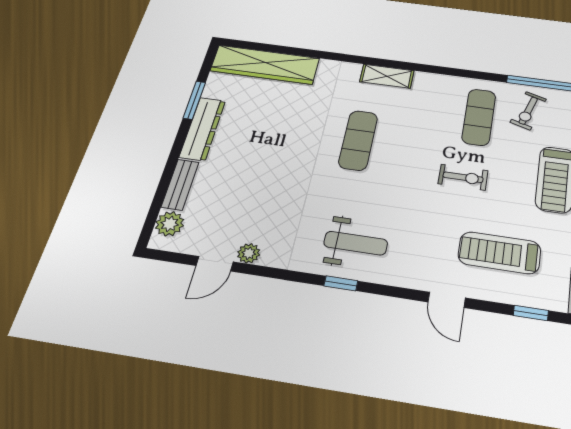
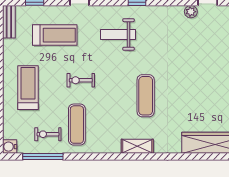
exercise bike: (528, 111) -> (48, 134), turned -107
weight bench: (356, 243) -> (118, 34), moved

